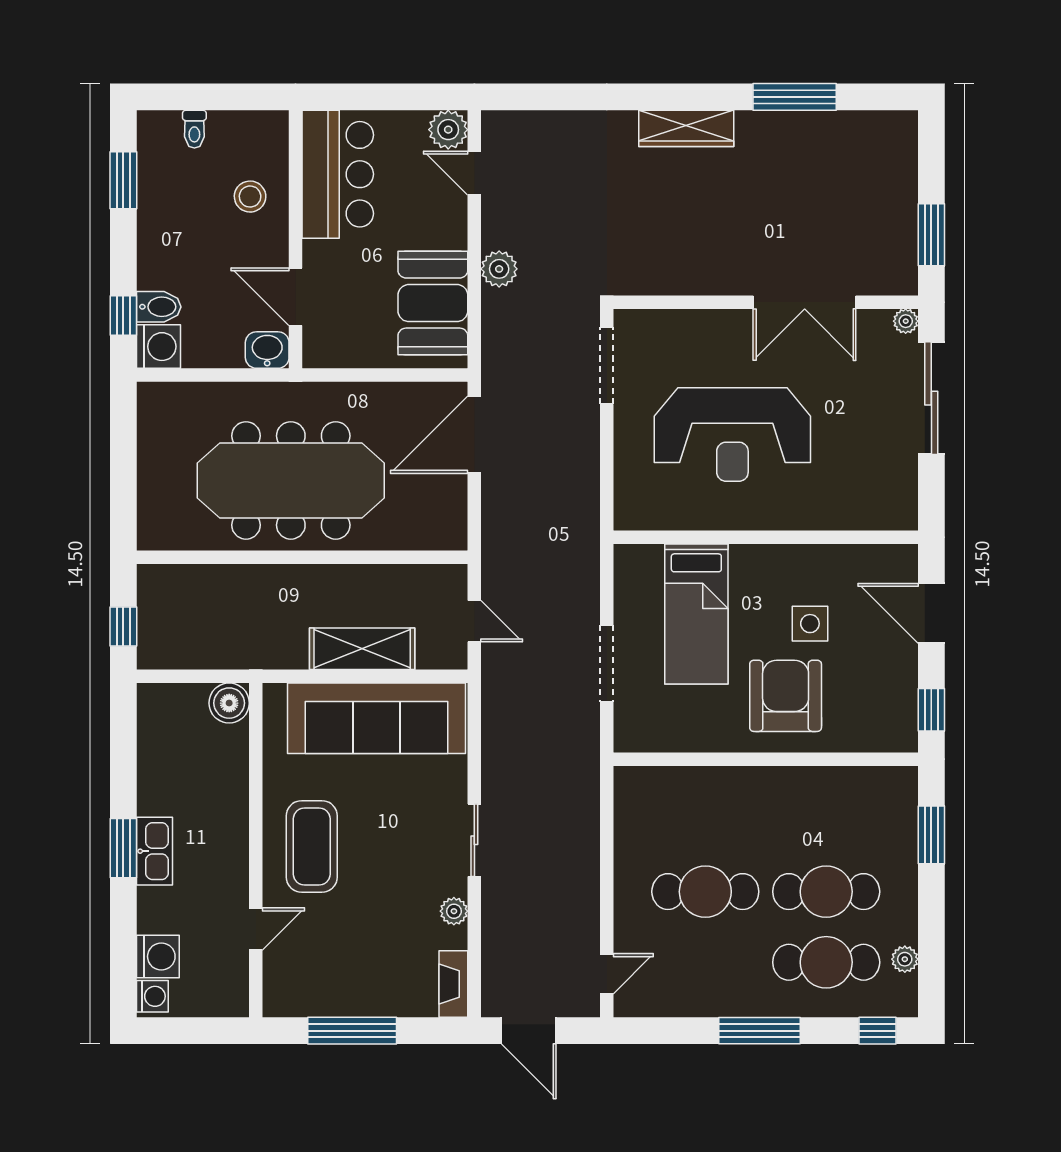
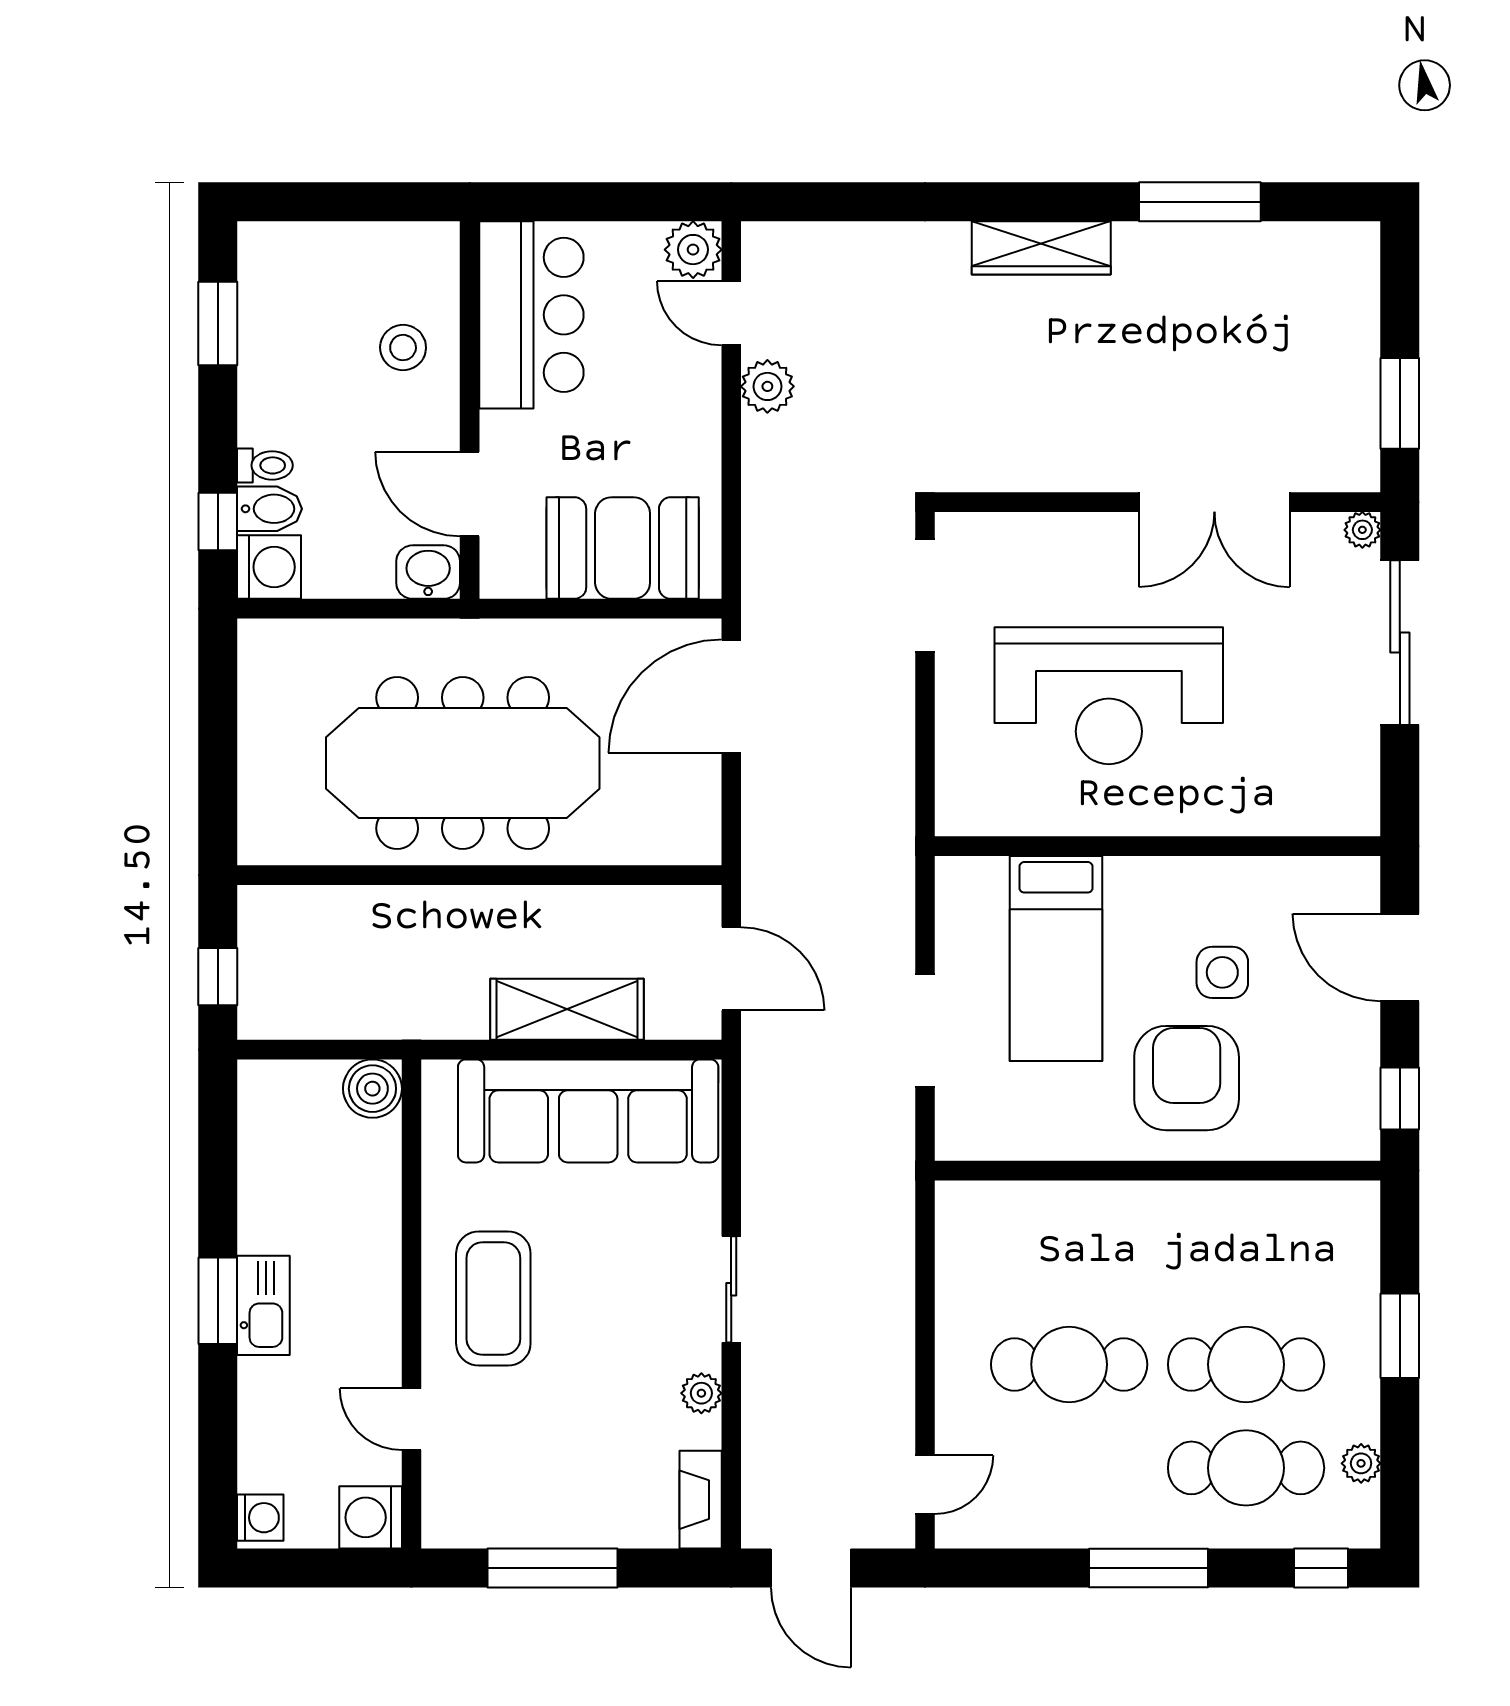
toilet: (194, 129) -> (265, 465), moved, turned -90
plant: (499, 269) -> (767, 386), moved
booth: (433, 303) -> (623, 548), moved, turned 90
door: (474, 621) -> (731, 969), width x1.38
window: (931, 835) -> (1400, 1336), moved
door: (256, 929) -> (411, 1419), swing flipped
washing machine: (158, 956) -> (371, 1517), moved, turned 180

